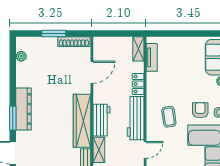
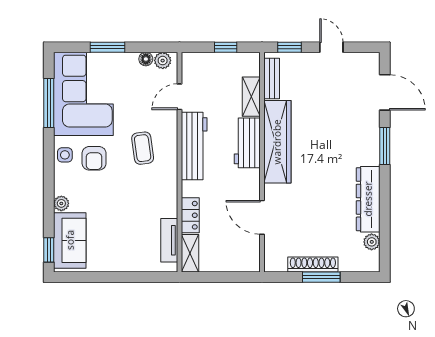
shoe rack: (74, 42) -> (313, 265), moved
door: (92, 72) -> (262, 217), hinge flipped
locker: (138, 84) -> (190, 215), moved
dresser: (24, 109) -> (368, 199), moved

